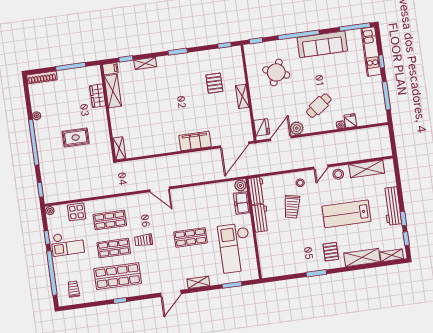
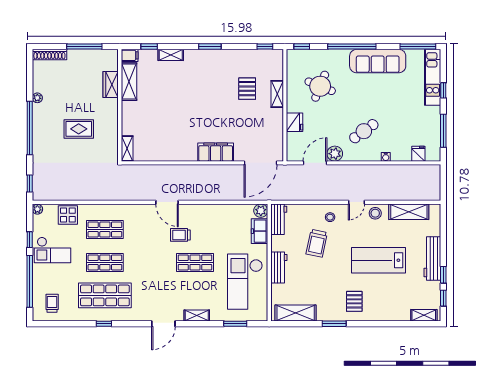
shelving: (242, 96) -> (277, 94), moved
fridge: (350, 121) -> (418, 154), moved
fridge: (262, 127) -> (295, 122), moved
workbench: (261, 218) -> (279, 268), moved
trolley: (144, 240) -> (180, 235), moved
shelving: (362, 257) -> (296, 313), moved

